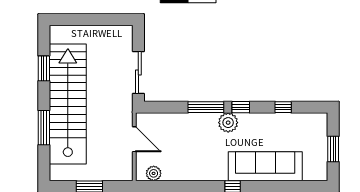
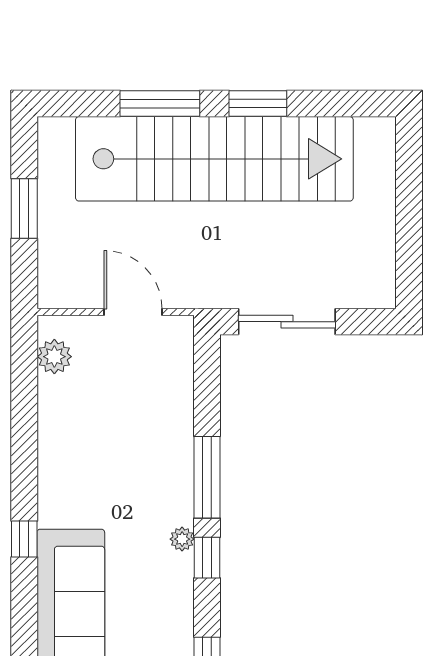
window: (44, 68) -> (258, 104), moved
plant: (228, 123) -> (182, 539), width x0.53, depth x0.53
door: (134, 139) -> (133, 312), swing flipped

